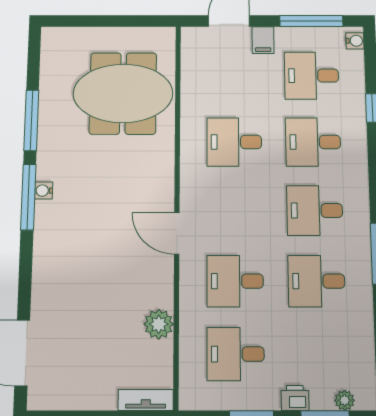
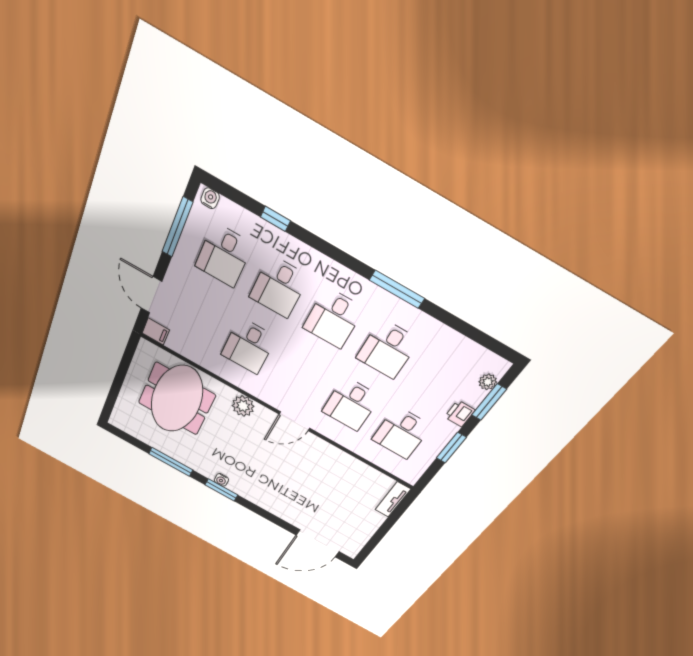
filing cabinet: (263, 40) -> (156, 332), moved
window: (28, 197) -> (221, 490), width x0.69
plant: (159, 324) -> (243, 406), moved

